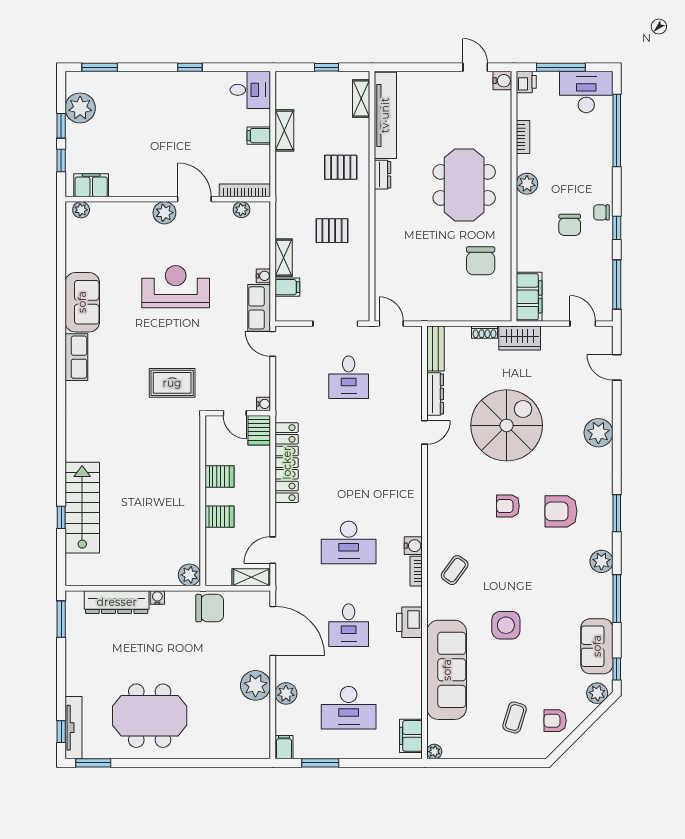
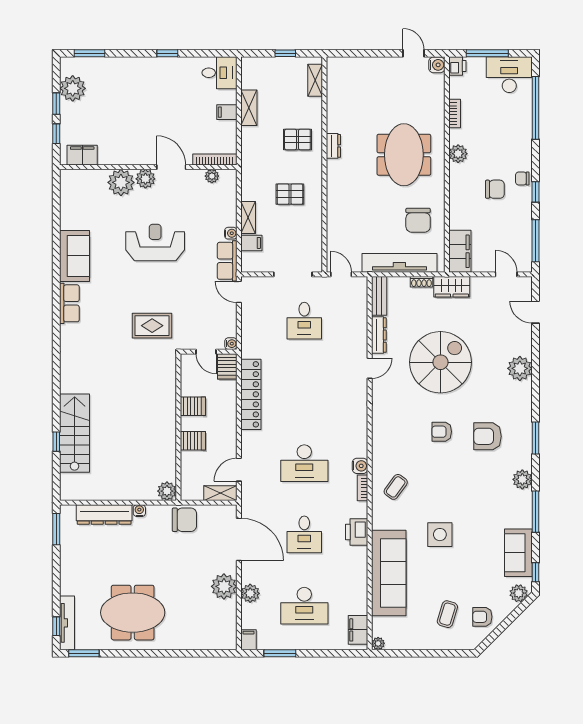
tv unit: (385, 115) -> (399, 263), moved, turned -90
plant: (81, 210) -> (121, 182), moved, width x1.88, depth x1.88
chair: (570, 225) -> (495, 189), turned -90

